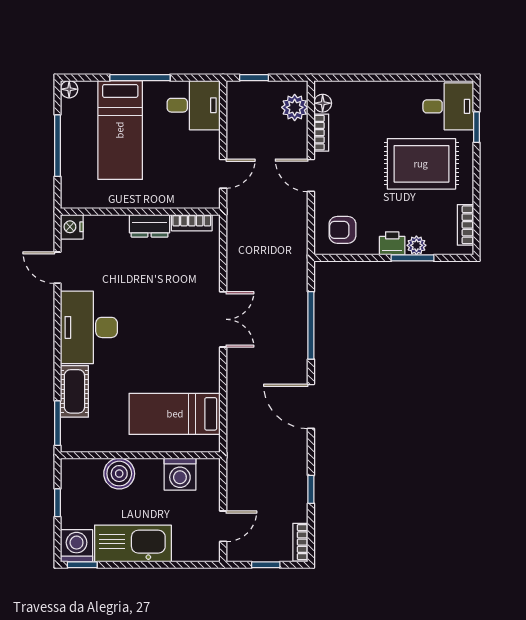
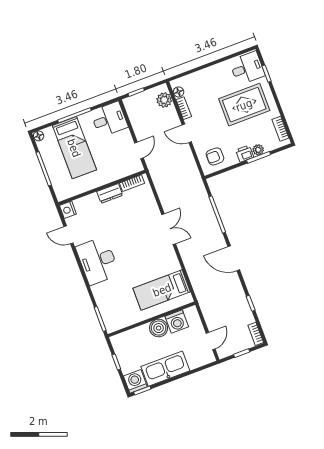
cot: (74, 391) -> (103, 298), removed
boiler: (119, 474) -> (159, 328), moved

